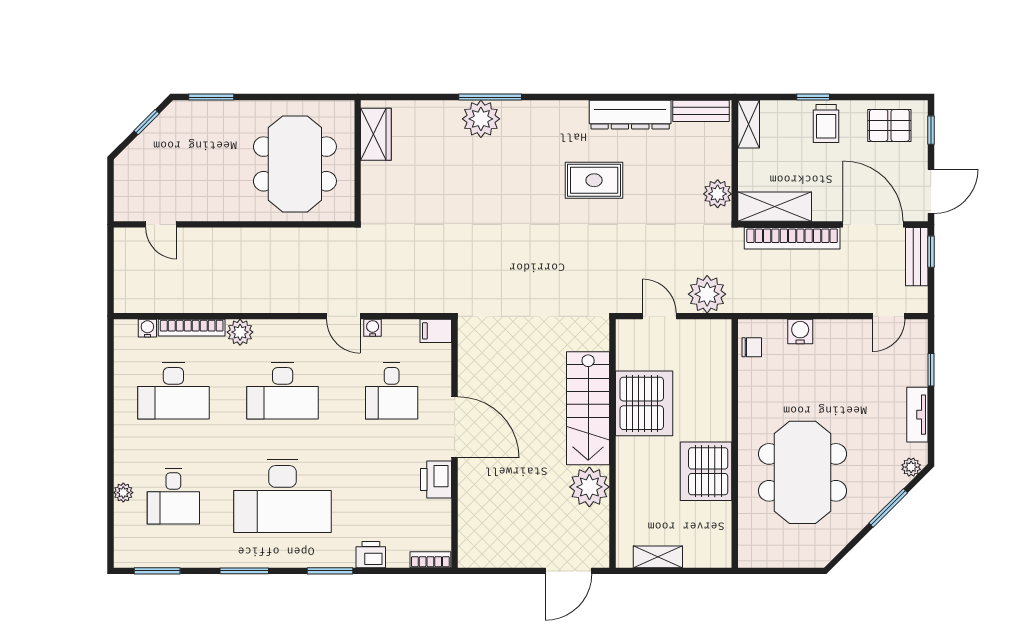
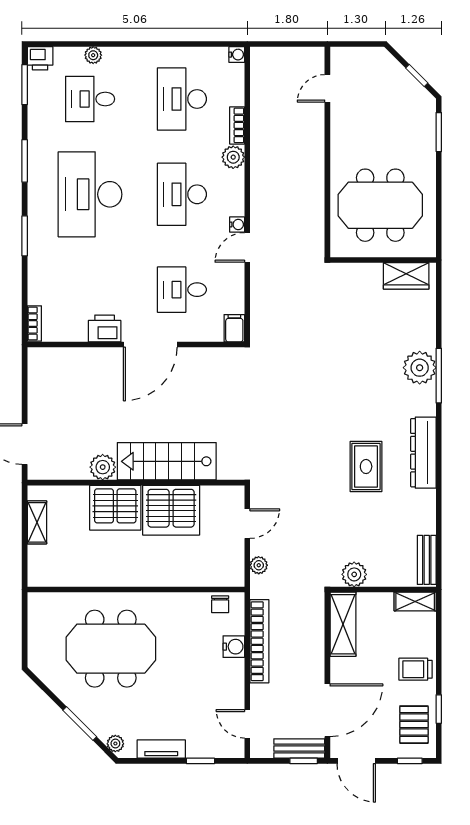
window: (813, 97) -> (439, 709), moved
dresser: (630, 115) -> (423, 453), moved
bookcase: (792, 238) -> (259, 641), moved, turned 180
plant: (707, 294) -> (259, 565), width x0.53, depth x0.53
water cooler: (147, 328) -> (237, 55), moved
bookcase: (192, 328) -> (237, 125), width x0.64
water cooler: (373, 328) -> (237, 224), moved
server rack: (706, 471) -> (115, 508), moved, turned 180
plant: (589, 487) -> (103, 467), width x0.73, depth x0.73
printer: (371, 555) -> (40, 58), moved, turned 90

